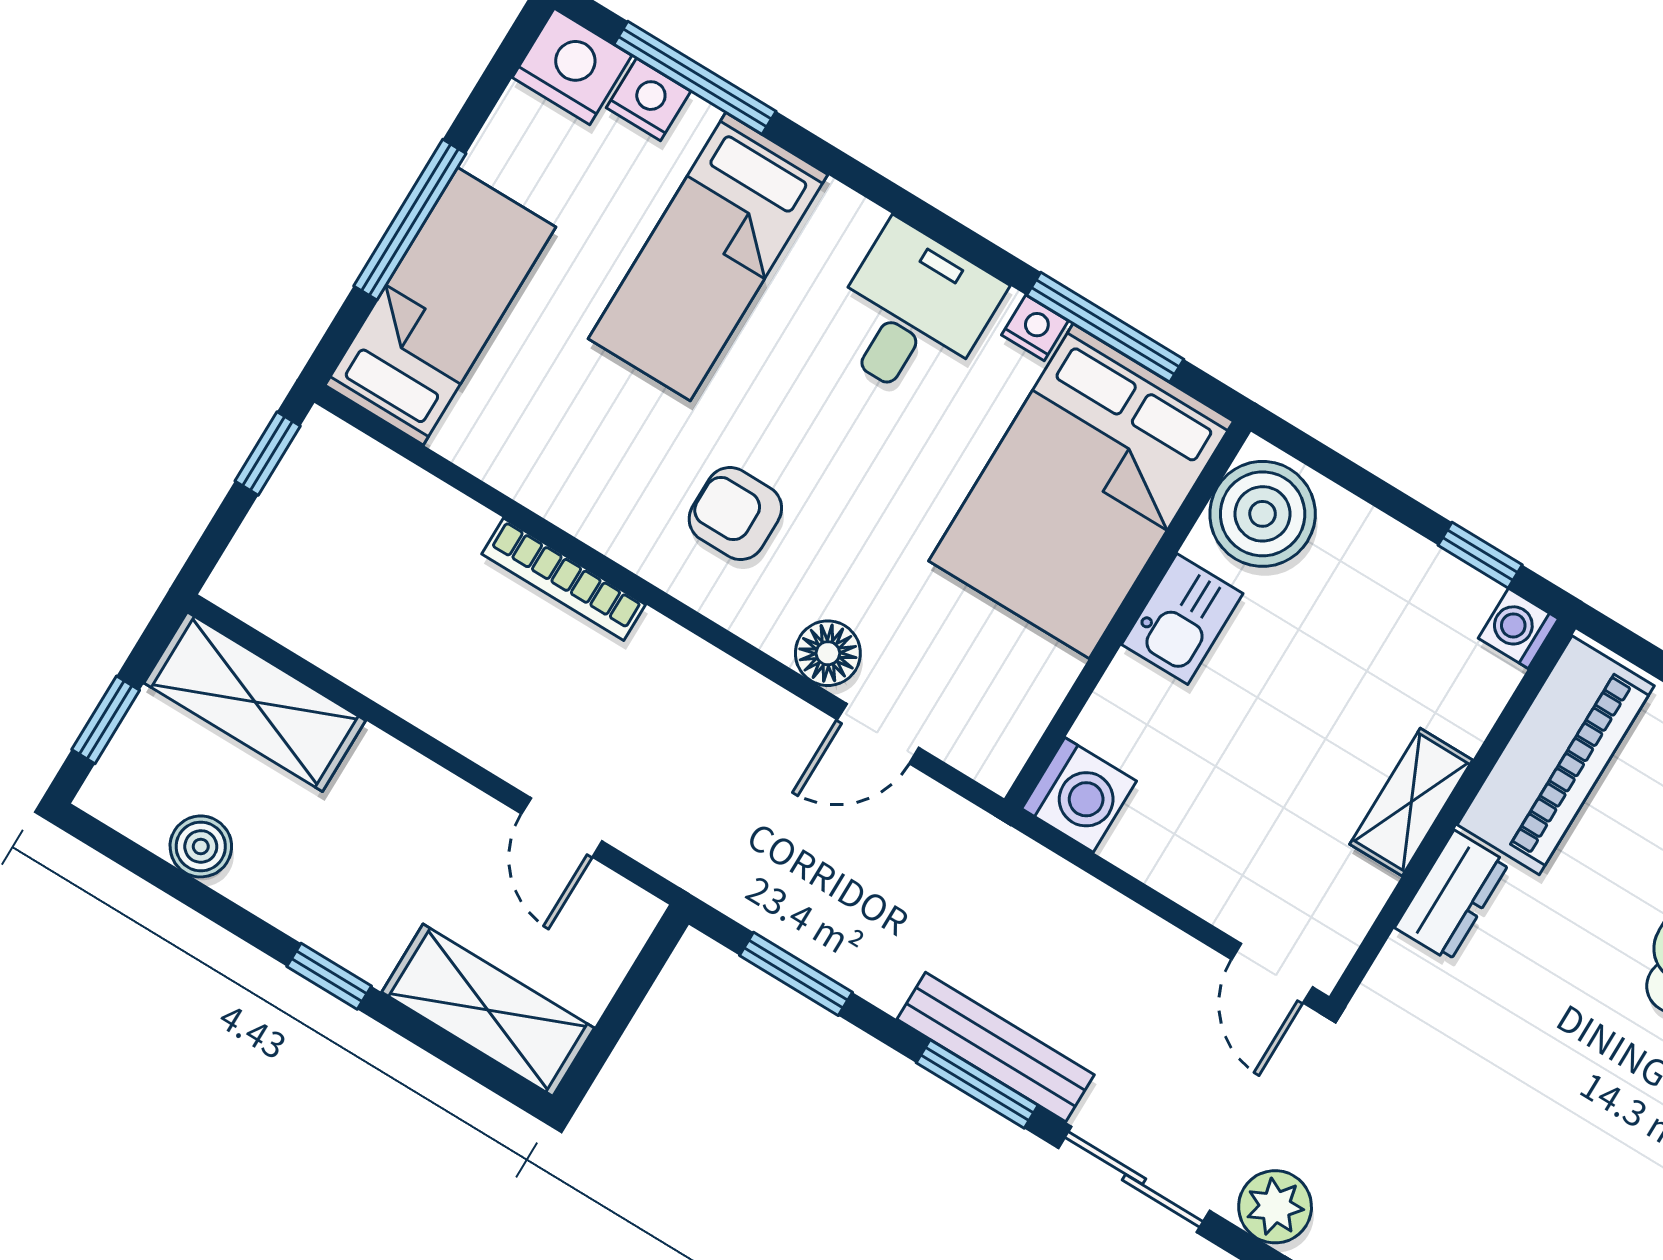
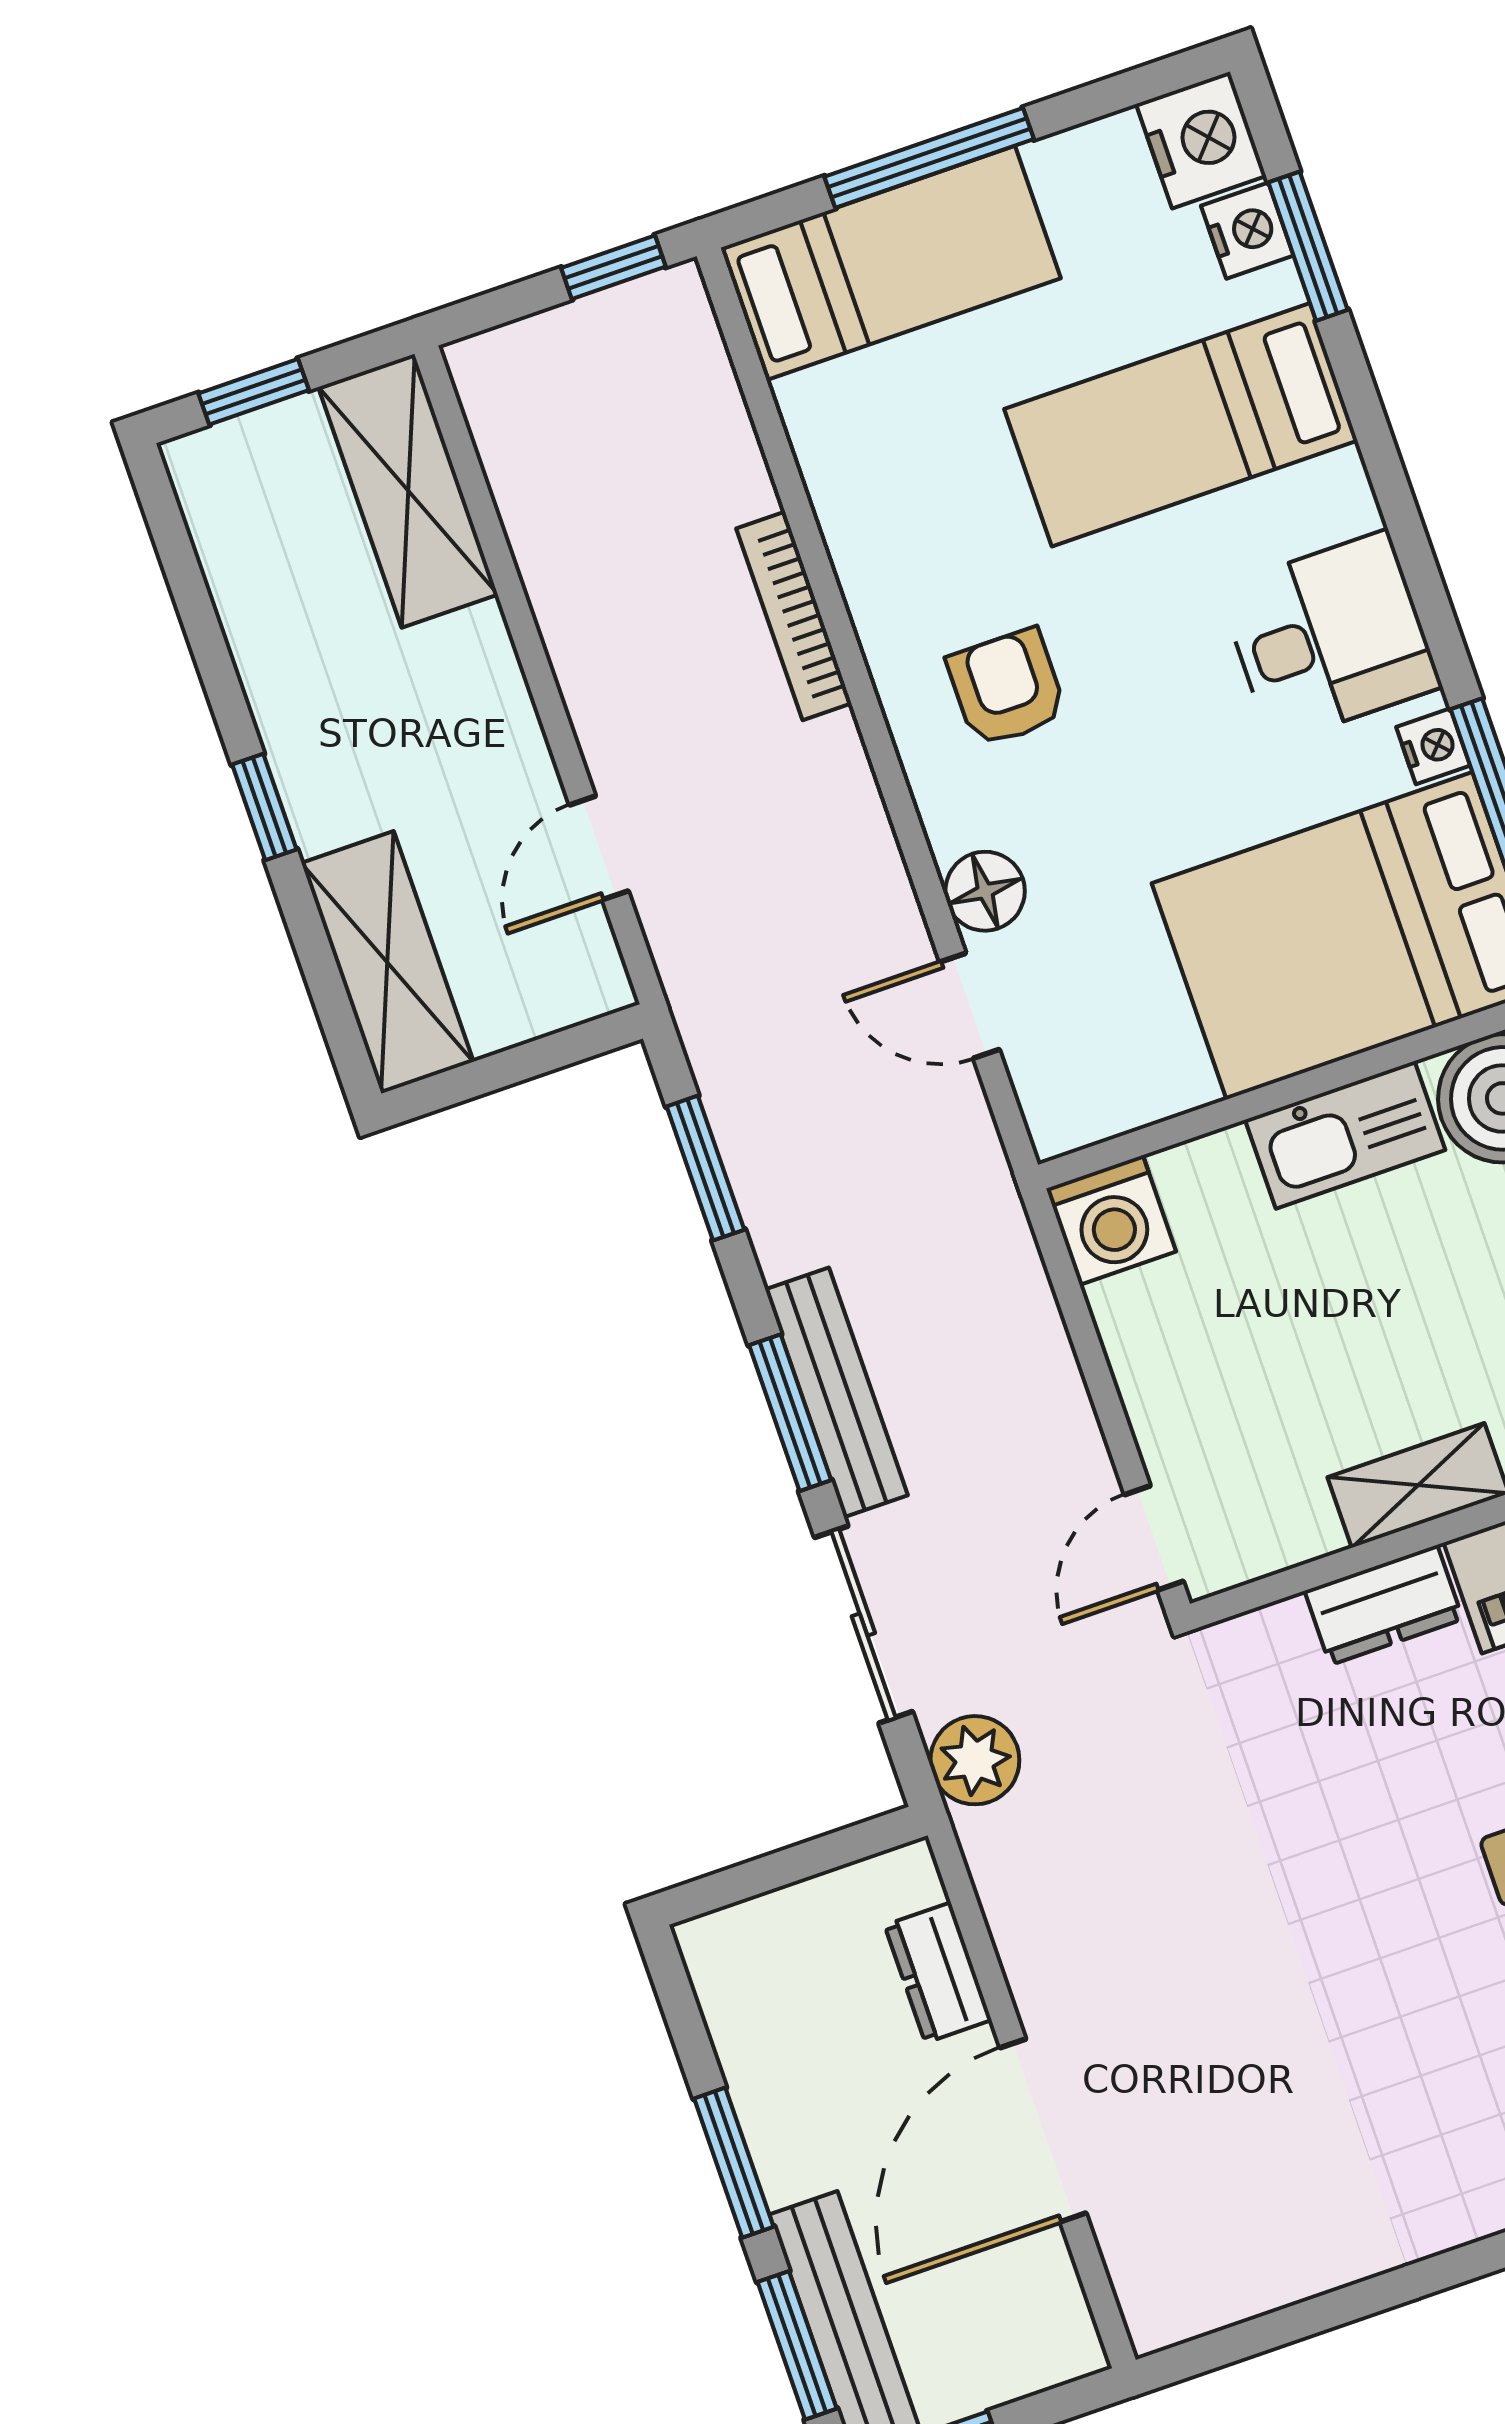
window: (695, 78) -> (1308, 246), width x0.69
kitchen sink: (1182, 619) -> (1345, 1135), width x1.38
boiler: (201, 846) -> (245, 585), removed

